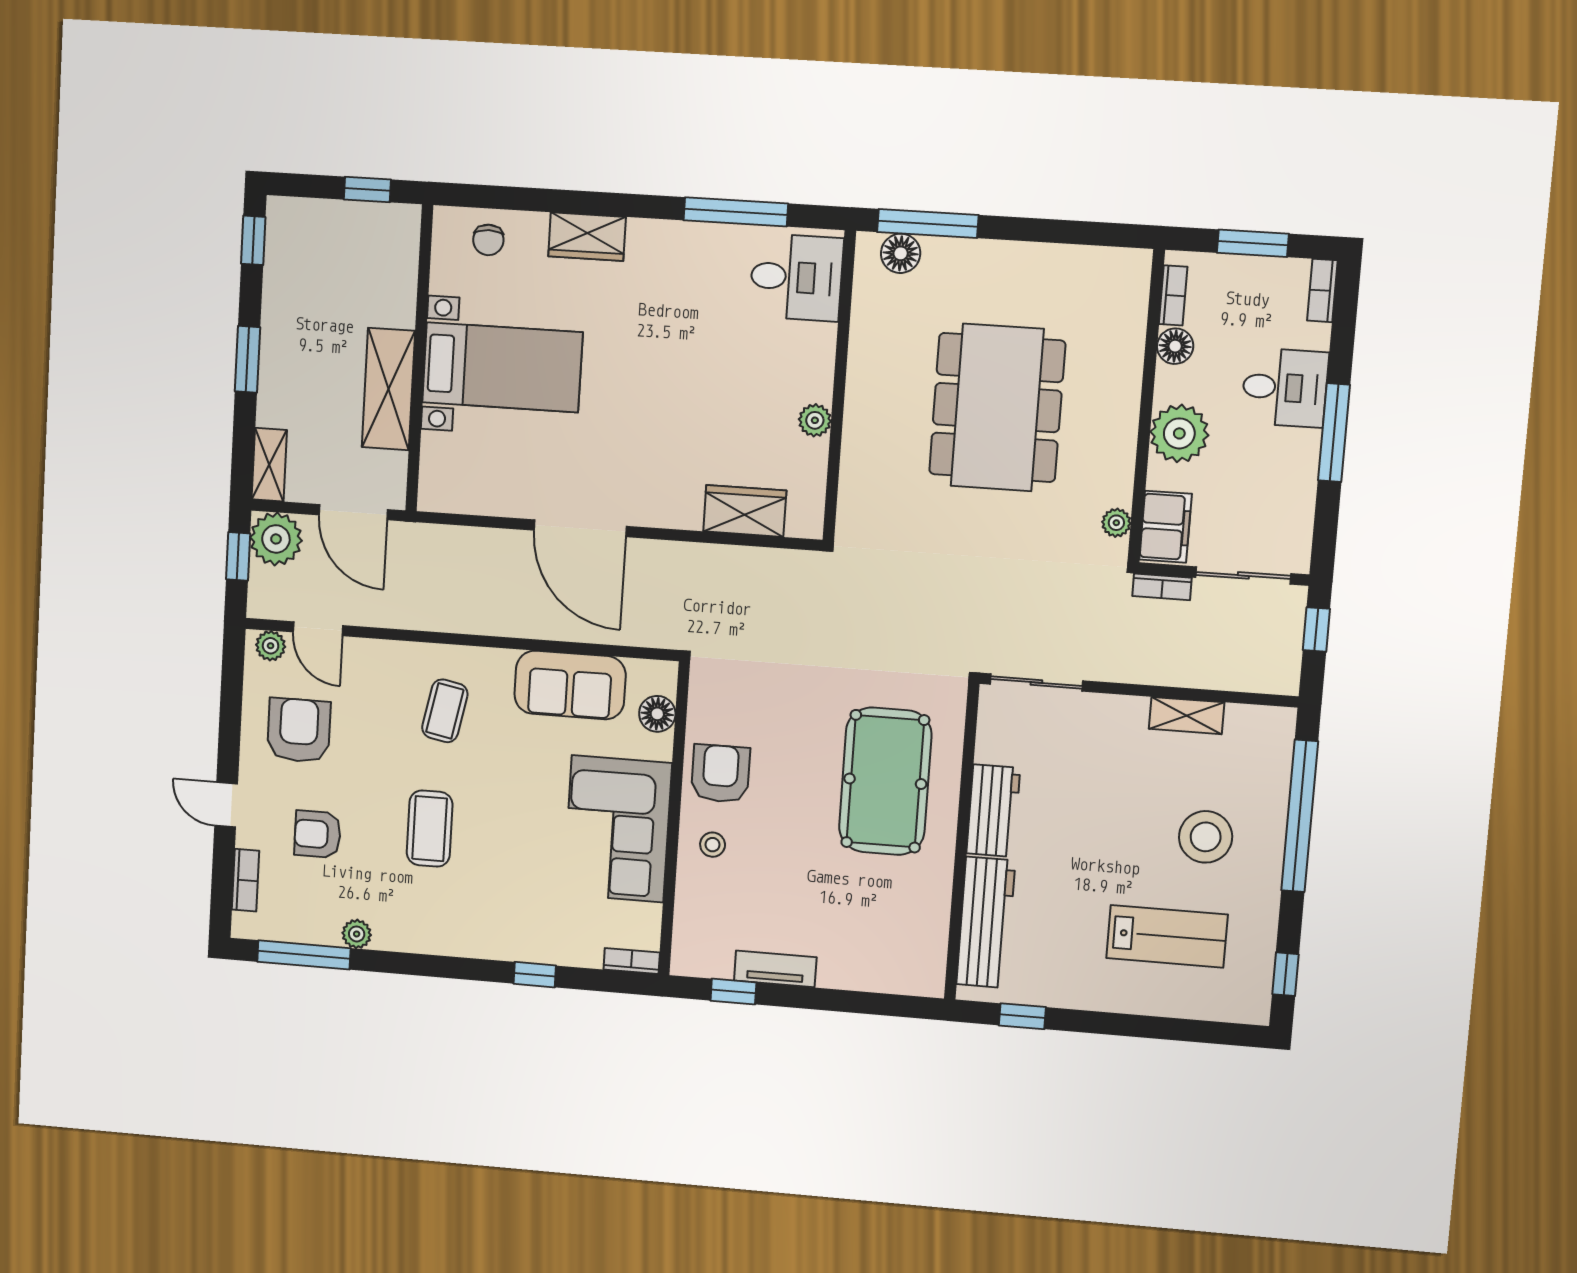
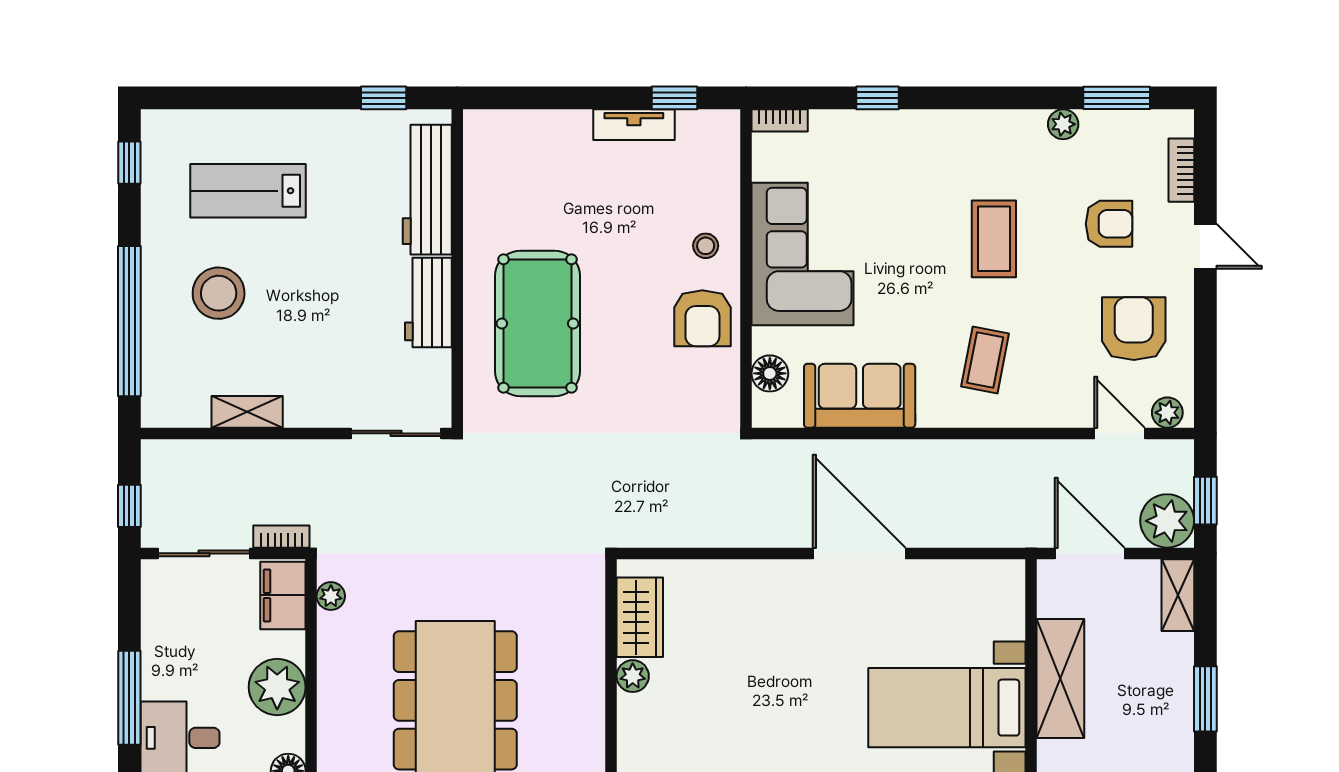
wardrobe: (745, 511) -> (640, 617), moved, turned -90
armchair: (299, 730) -> (1134, 329), turned 180
window: (304, 955) -> (1117, 98), width x0.69

